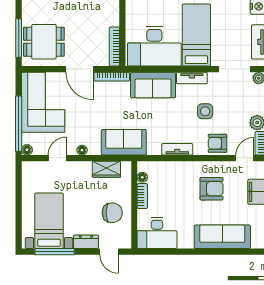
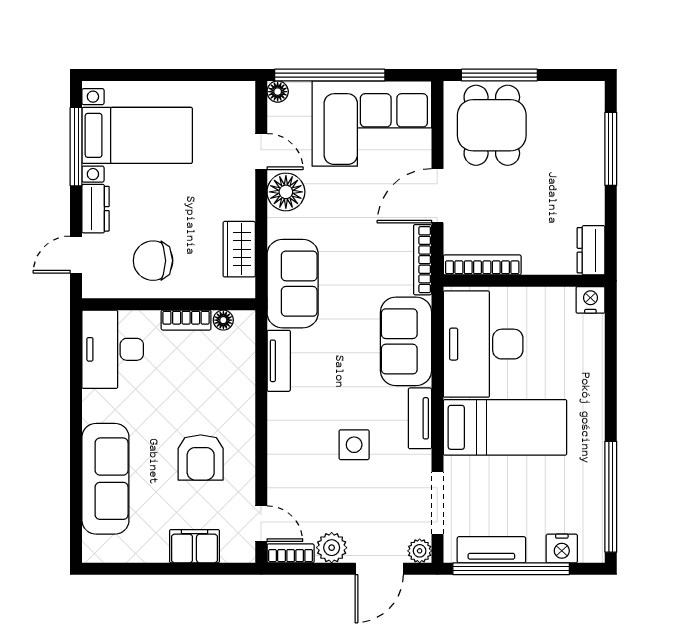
armchair: (217, 143) -> (291, 469), removed
tv unit: (177, 149) -> (279, 361), moved
floor lamp: (82, 150) -> (286, 192), width x1.89, depth x1.89
chair: (112, 213) -> (153, 261), turned 90

